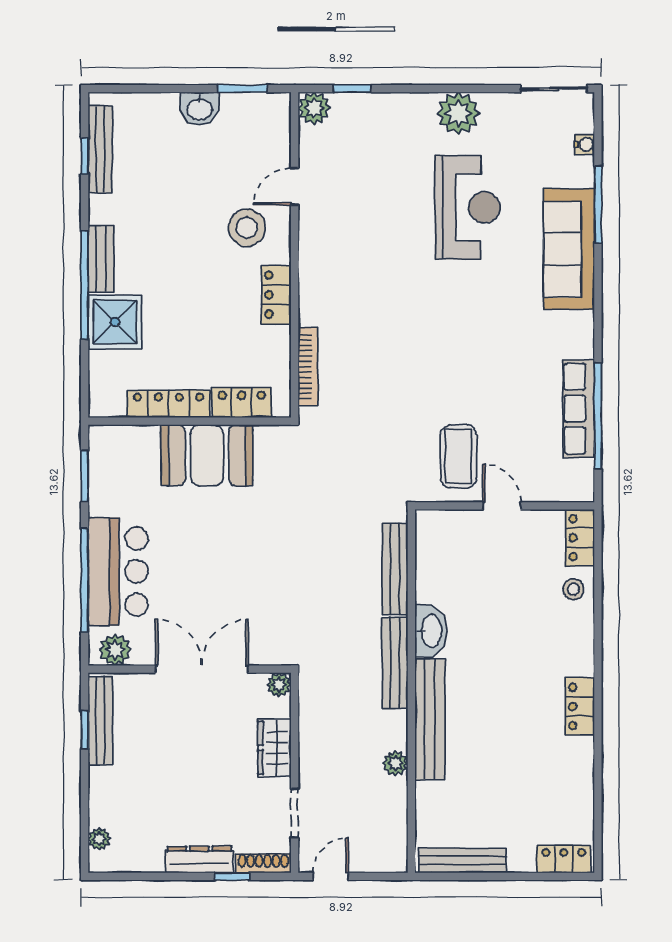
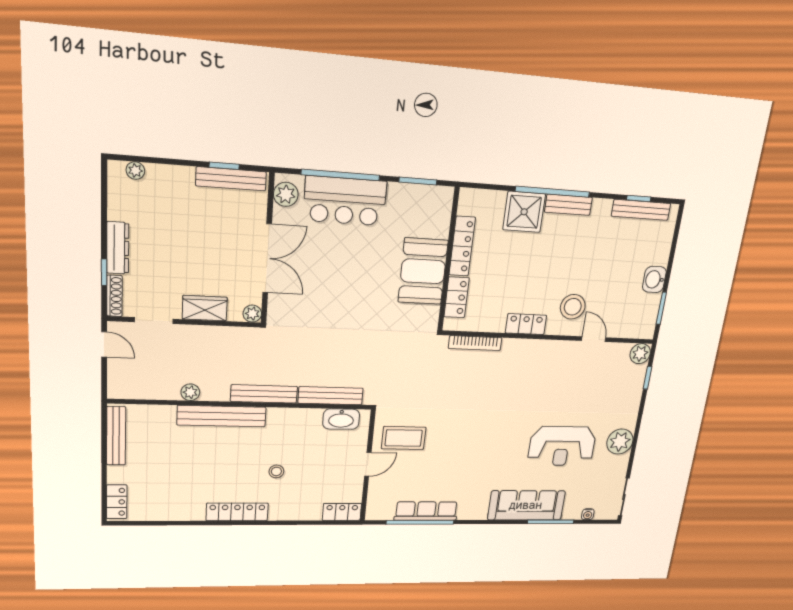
stool: (573, 589) -> (276, 471), moved
washbasin: (431, 631) -> (341, 419), moved
locker: (580, 706) -> (237, 512), width x1.53

